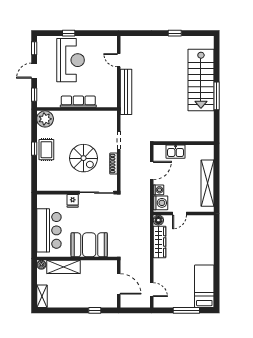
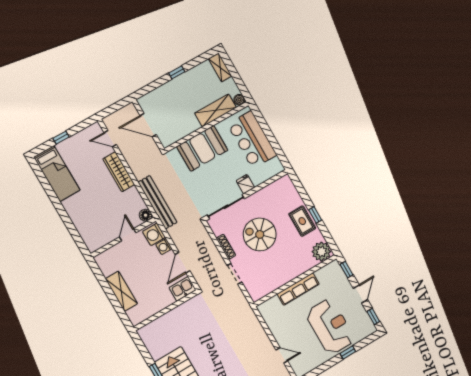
reception desk: (71, 60) -> (330, 326), turned 180
bench: (126, 92) -> (157, 202), moved
kitchen sink: (176, 152) -> (183, 289), moved
shelving: (208, 183) -> (121, 291), width x0.68
wardrobe: (160, 242) -> (119, 172), moved
window: (95, 310) -> (177, 72), moved
window: (186, 310) -> (61, 138), width x0.46

